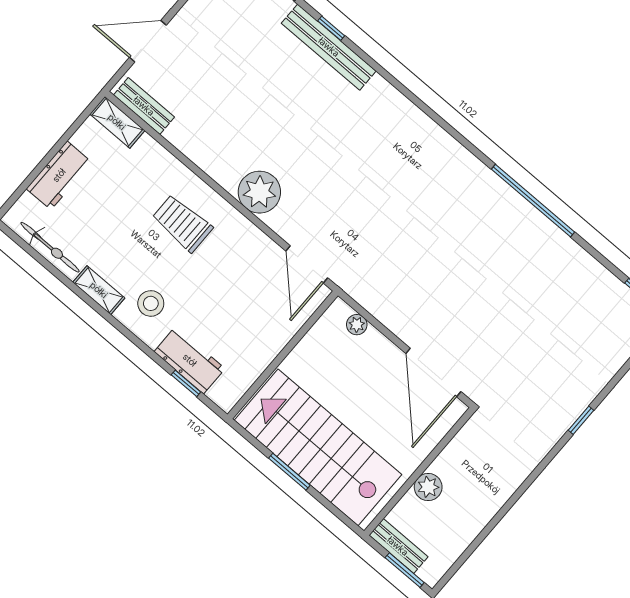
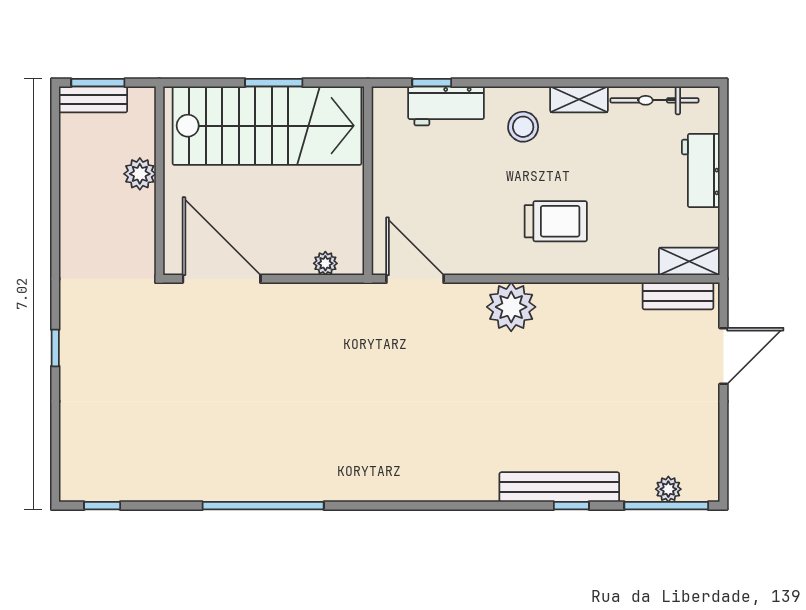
bench: (398, 546) -> (93, 99), moved

